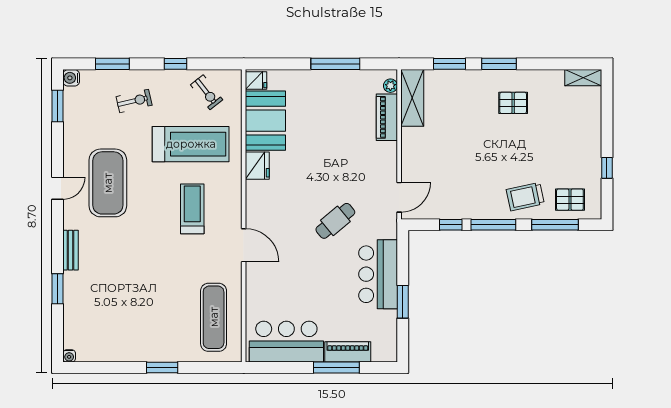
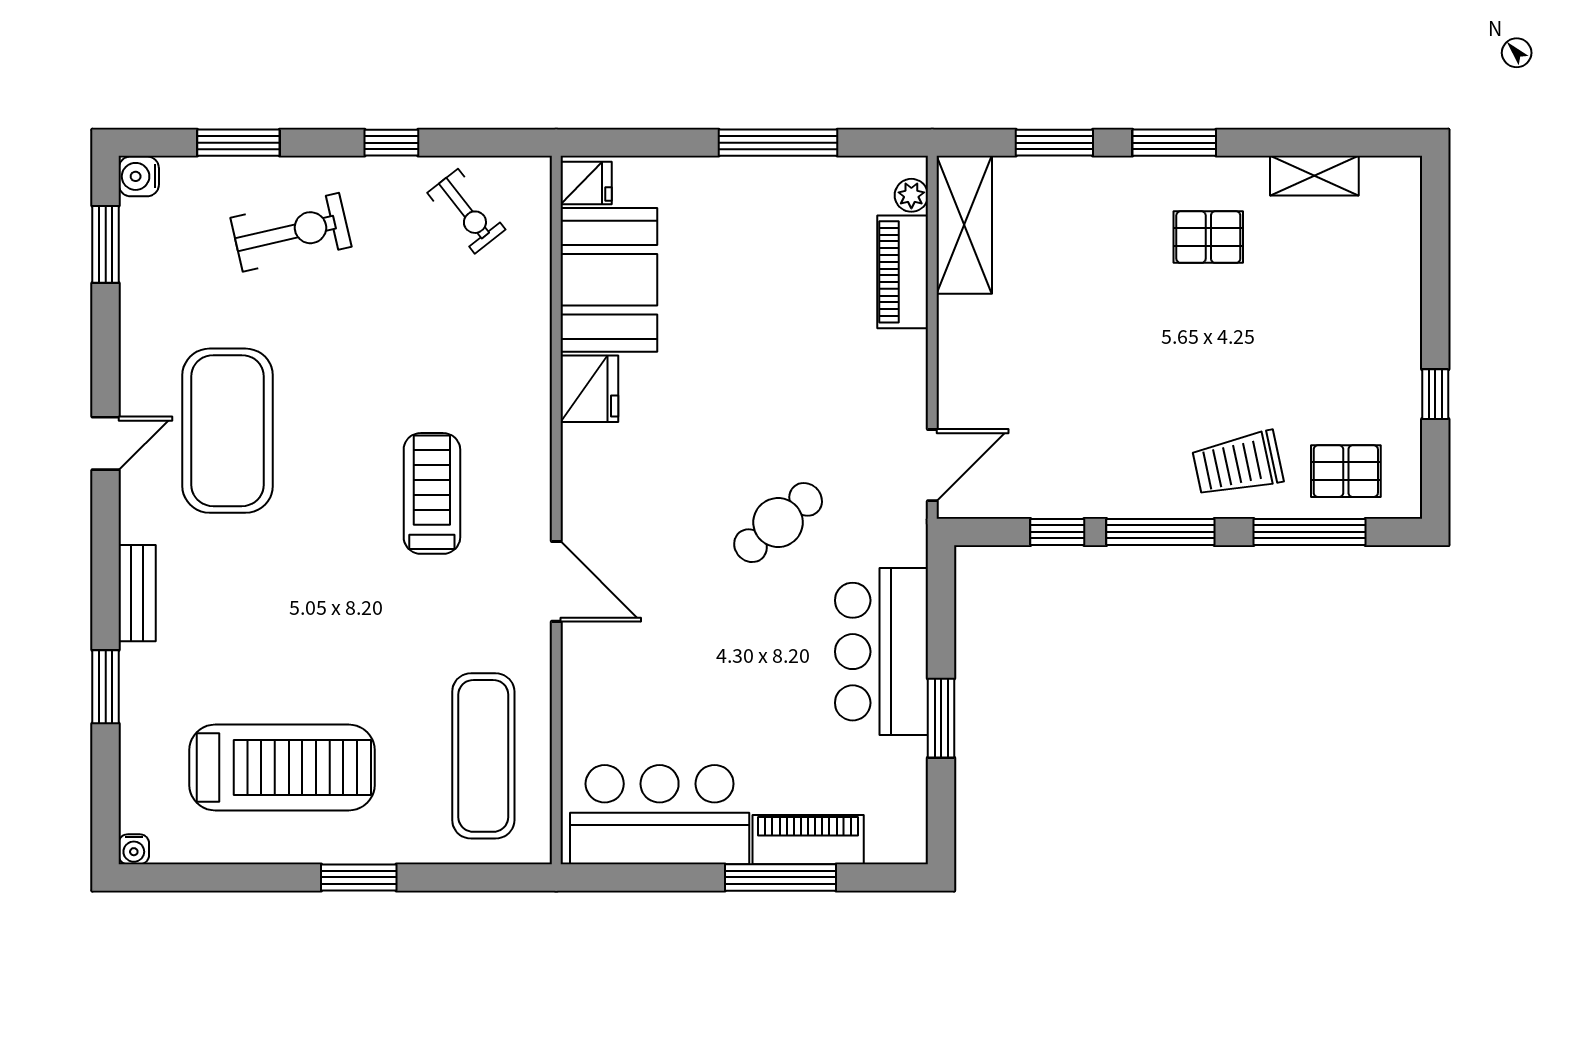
shelving: (583, 78) -> (1314, 176), moved
exercise bike: (134, 101) -> (291, 232), width x1.38, depth x1.39
treadmill: (191, 144) -> (282, 768), moved

